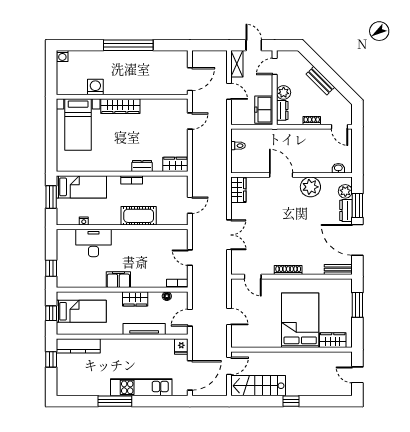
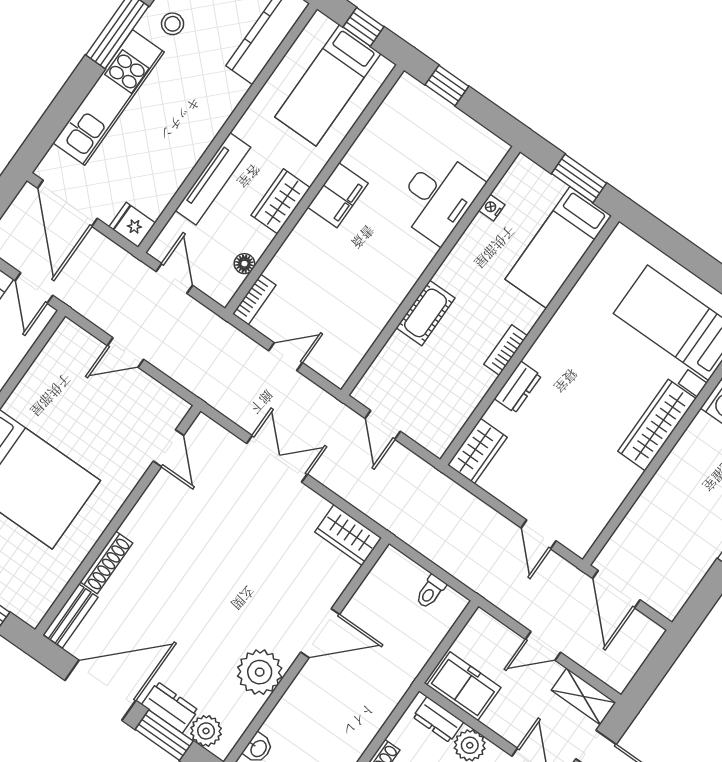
cot: (139, 216) -> (426, 313), width x0.73, depth x0.75
double door: (229, 235) -> (277, 459), swing flipped
shoe rack: (288, 270) -> (107, 563), moved
door: (253, 277) -> (169, 448), swing flipped
stool: (98, 383) -> (173, 24), added

